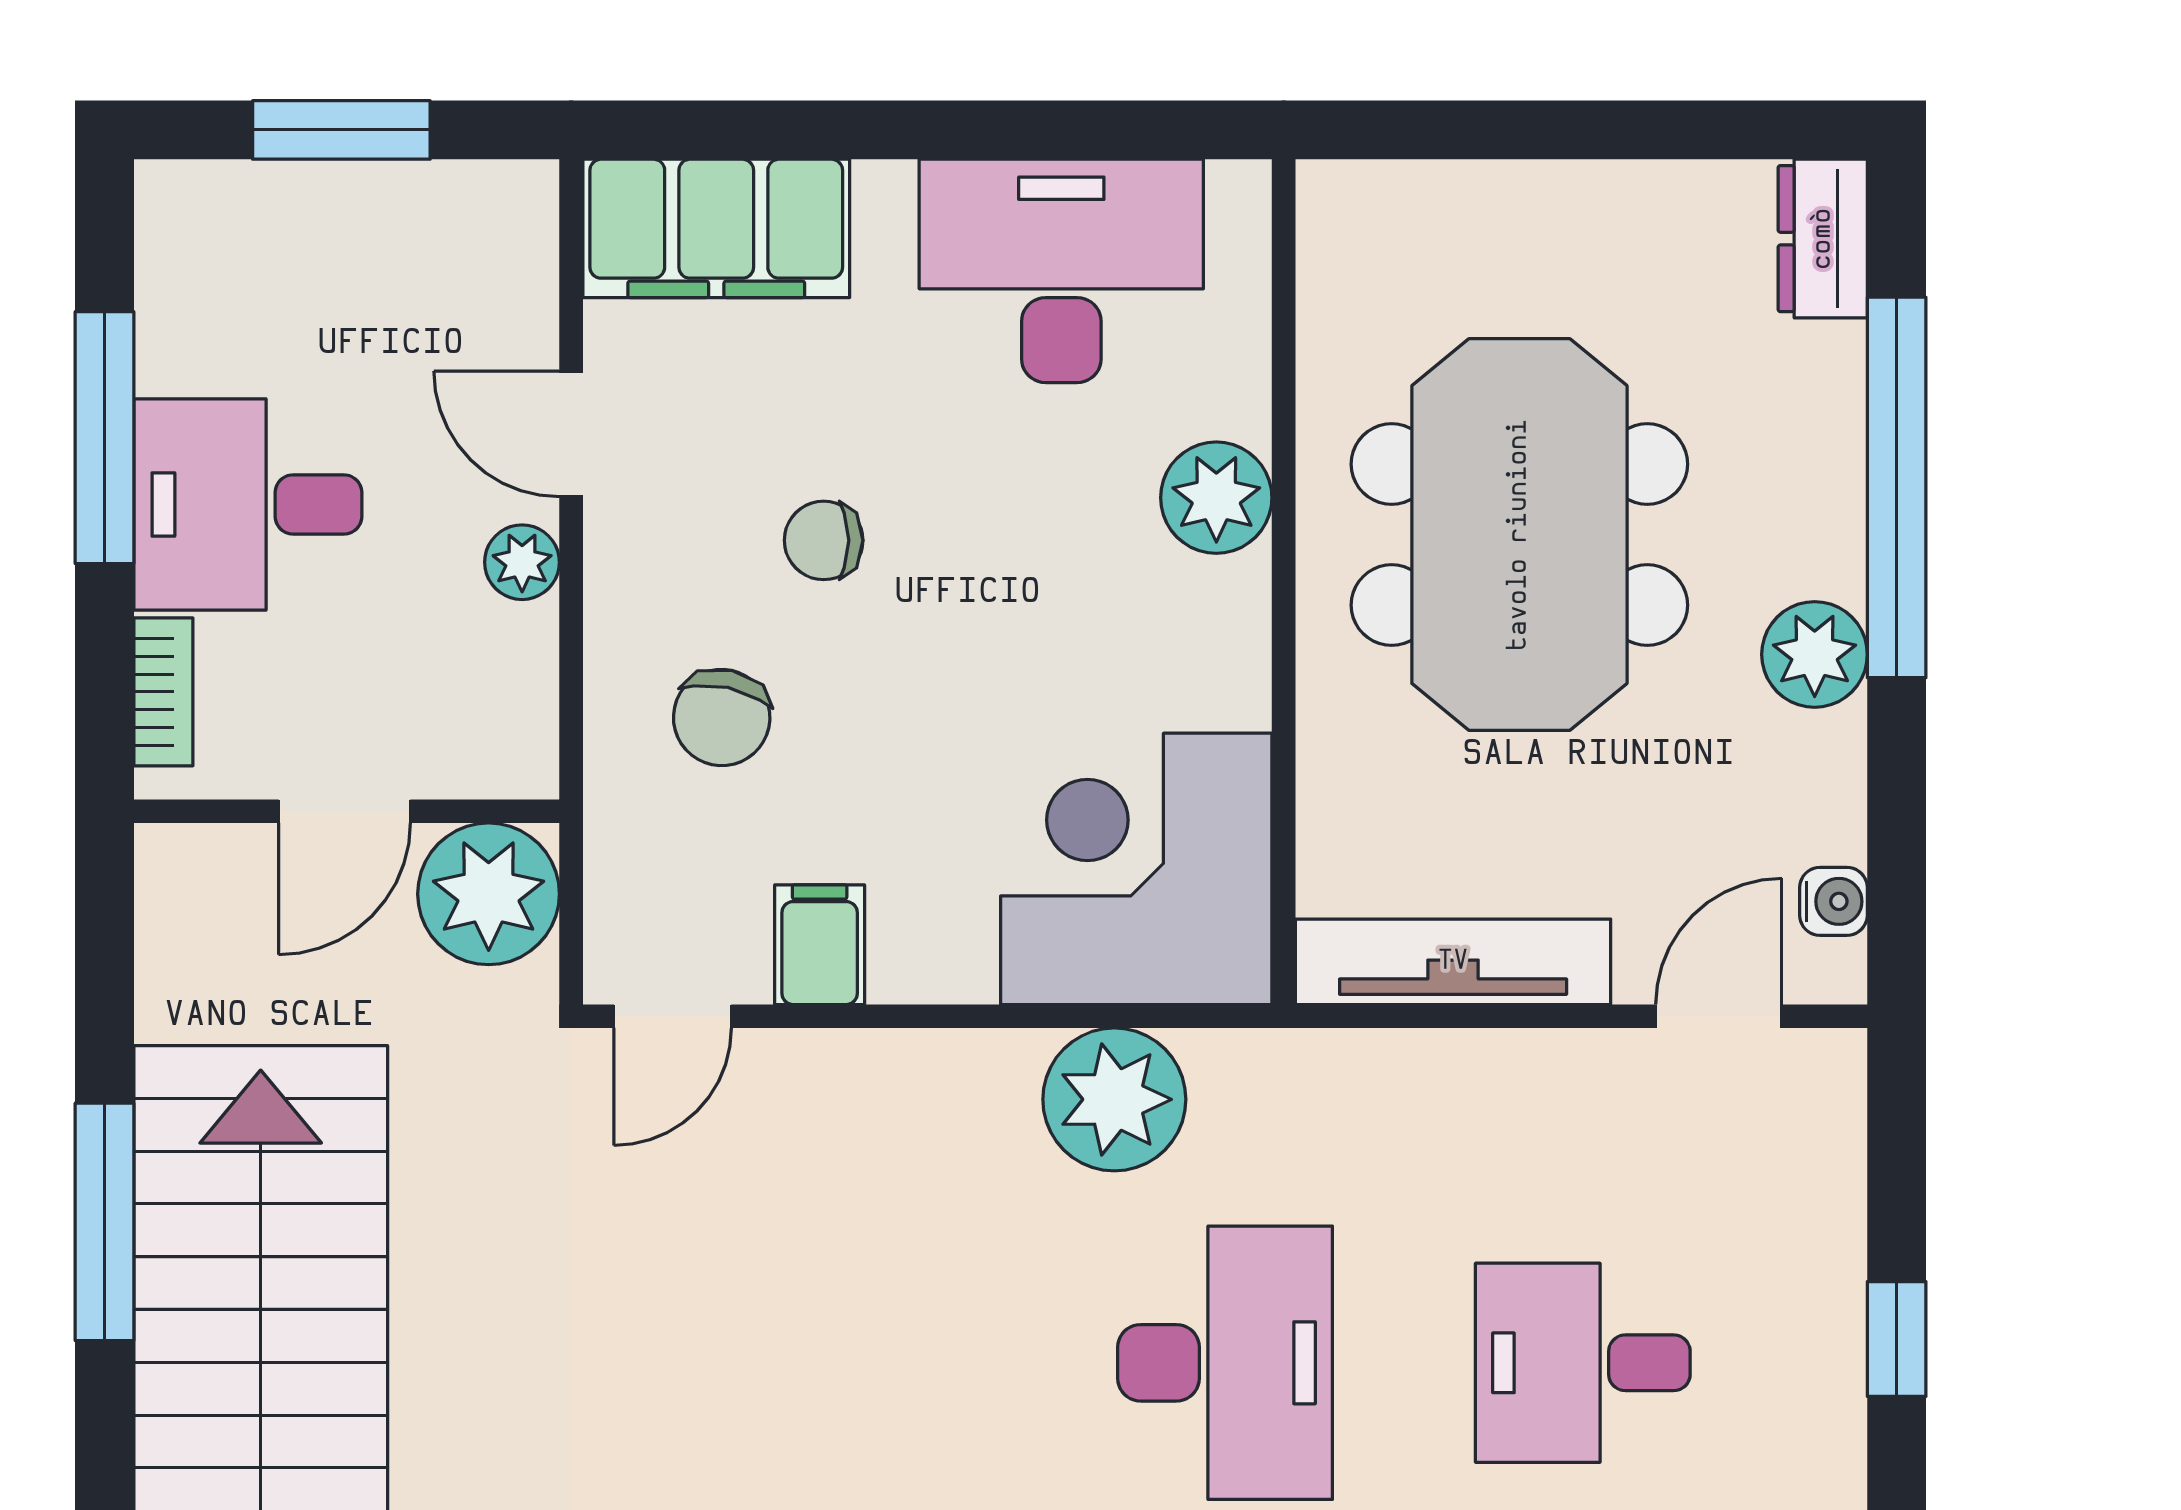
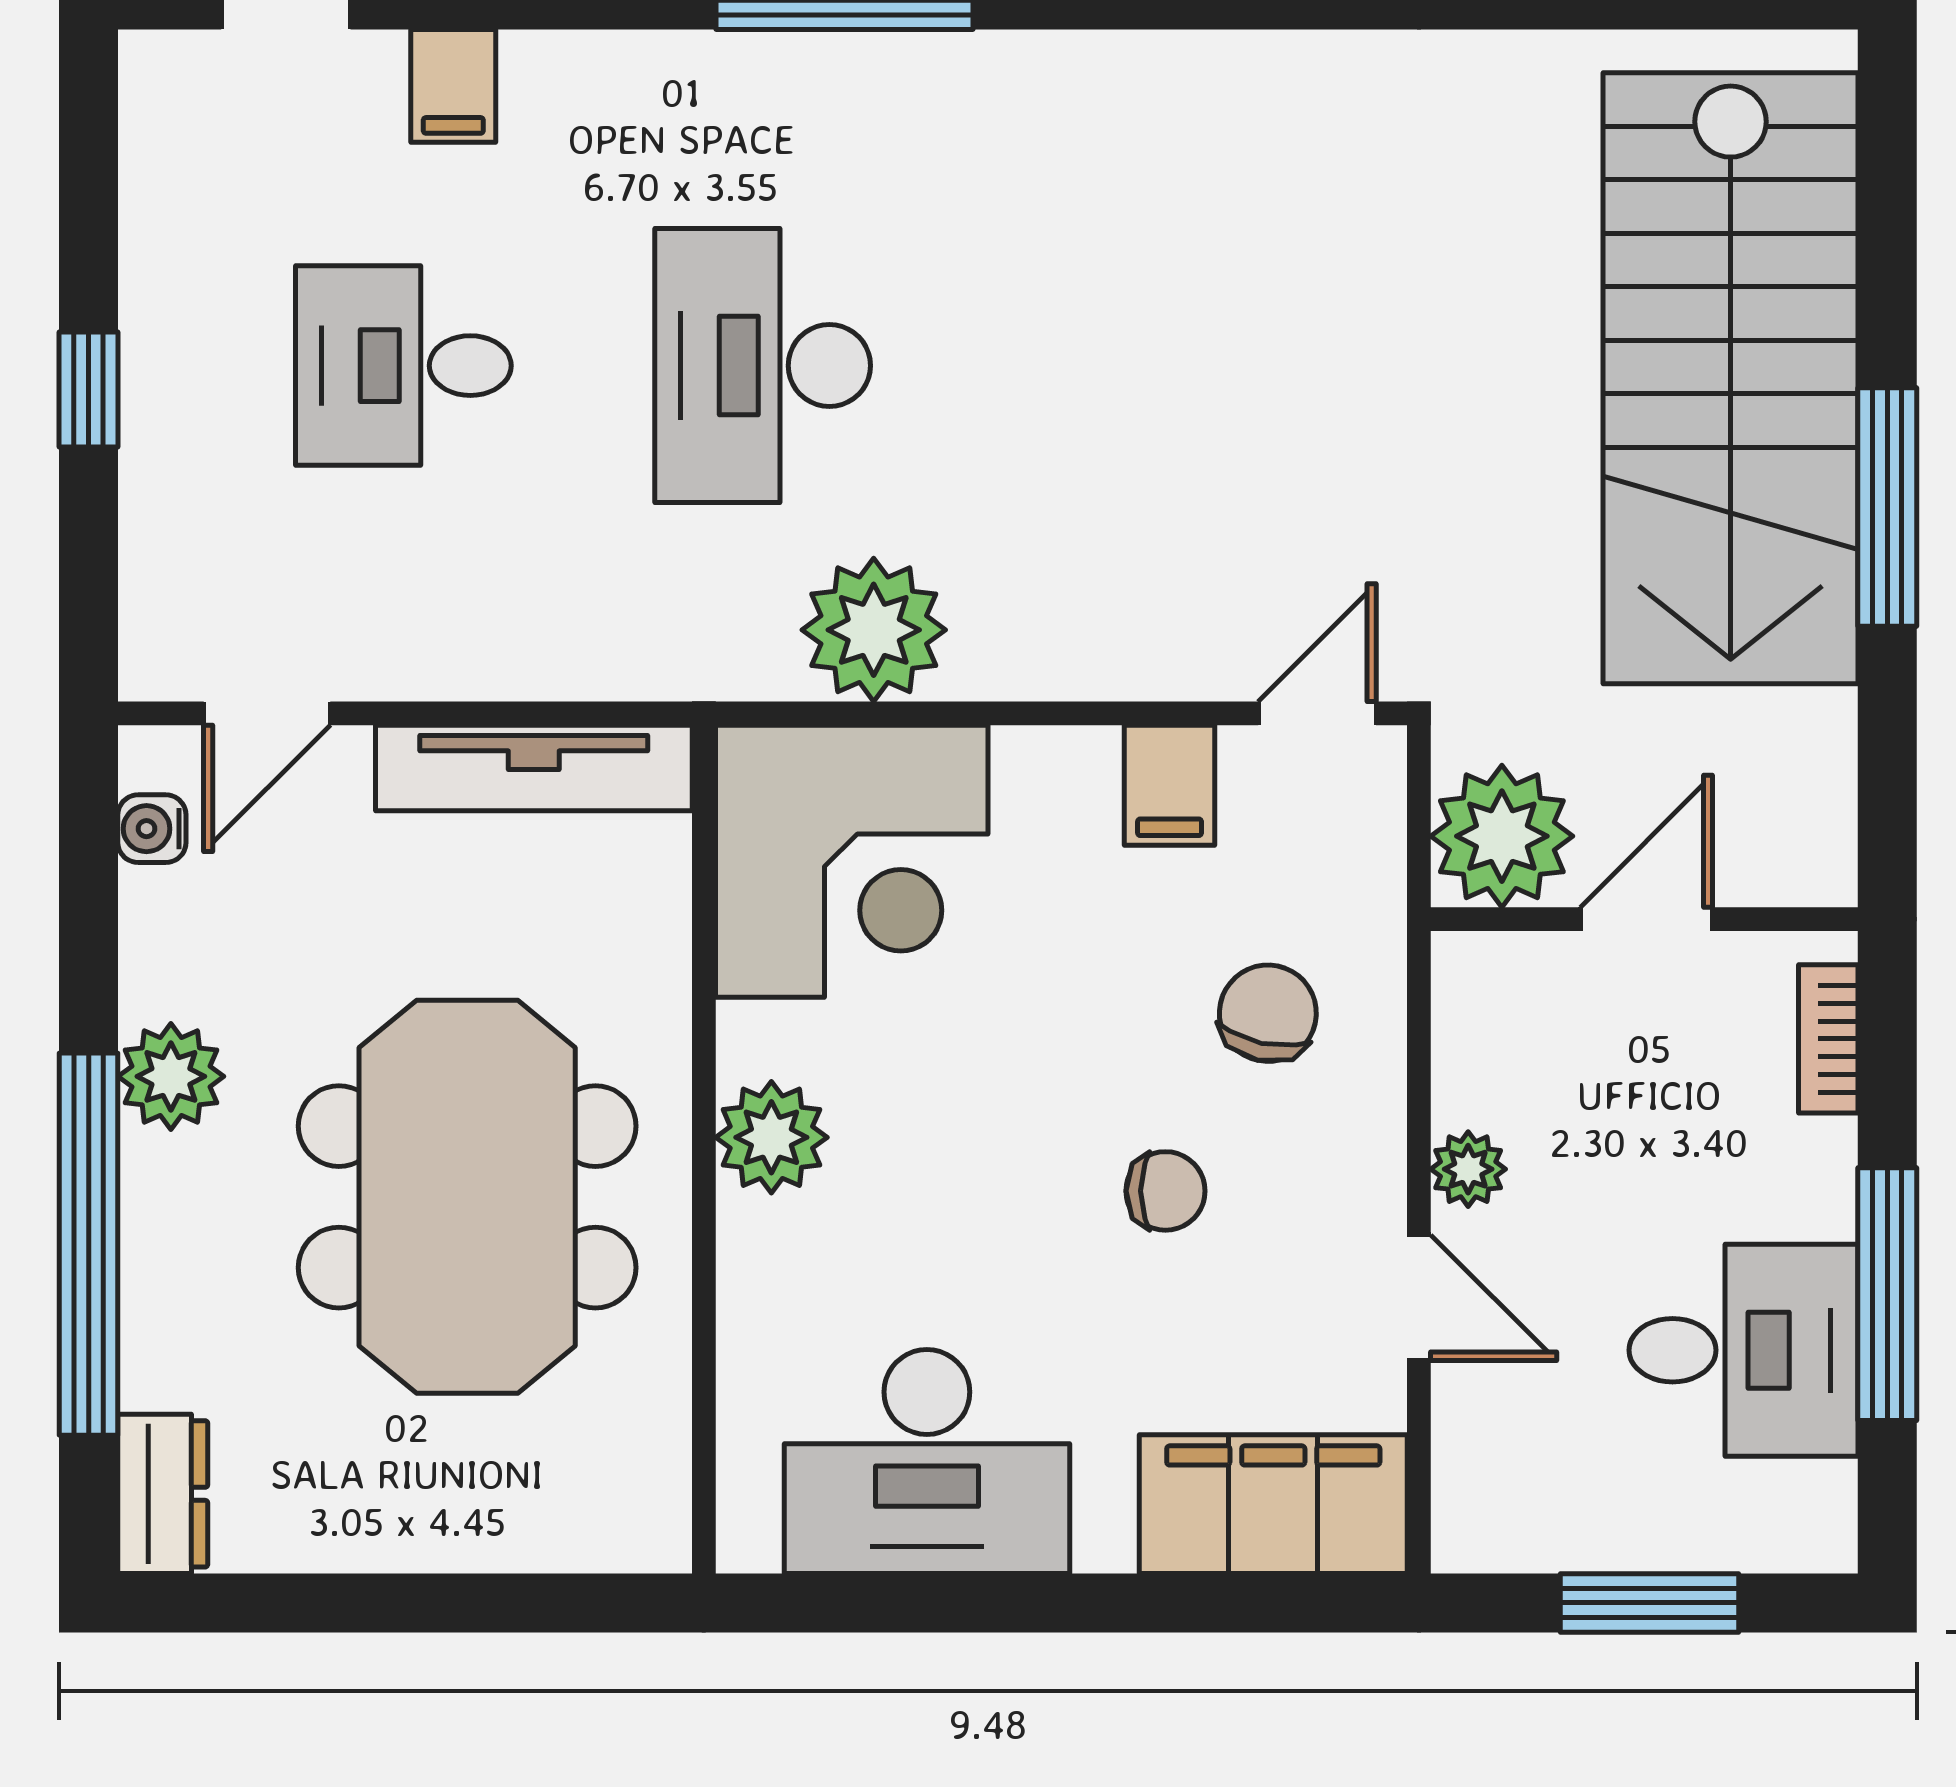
plant: (1216, 498) -> (771, 1137), moved
desk: (248, 504) -> (1743, 1350), moved
desk: (1583, 1363) -> (403, 366), turned 180

